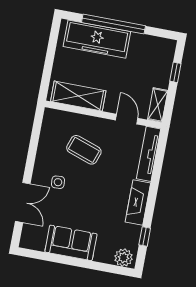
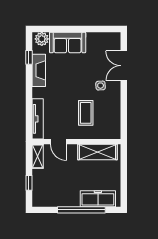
freezer: (97, 39) -> (98, 199), width x0.73, depth x0.79
coffee table: (84, 150) -> (86, 113), turned 71
fireplace: (138, 203) -> (39, 70), moved
sofa: (71, 243) -> (68, 42), moved

